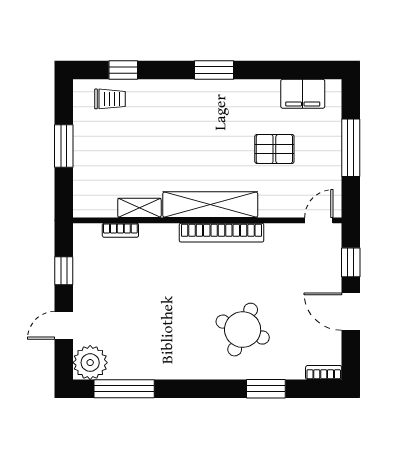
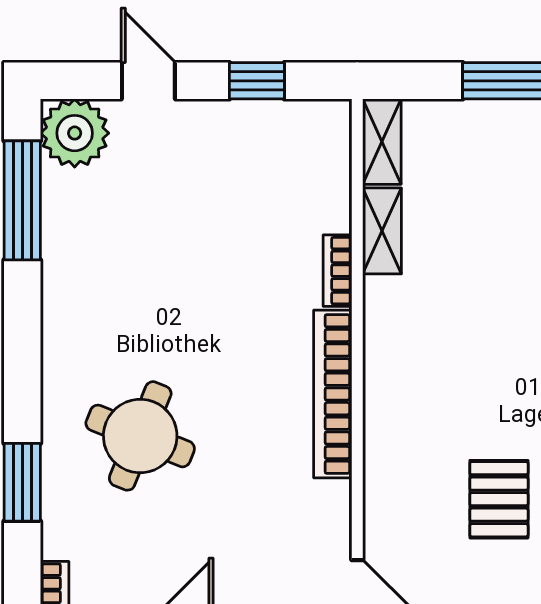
shelving: (210, 205) -> (382, 142), moved, width x0.45, depth x0.75
bookcase: (120, 230) -> (337, 271), moved

